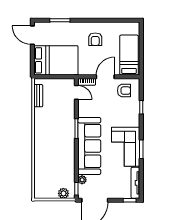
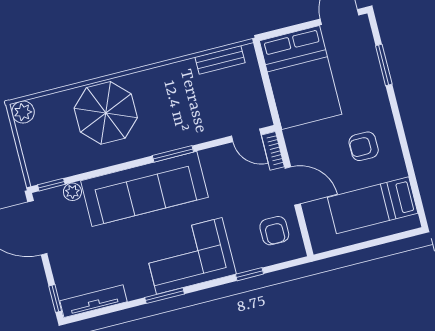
bed: (129, 55) -> (373, 205), moved, turned 180
door: (76, 92) -> (246, 135), hinge flipped
corner sofa: (126, 147) -> (189, 256), moved
parasol: (49, 155) -> (106, 113), added
plant: (63, 193) -> (23, 112), moved

